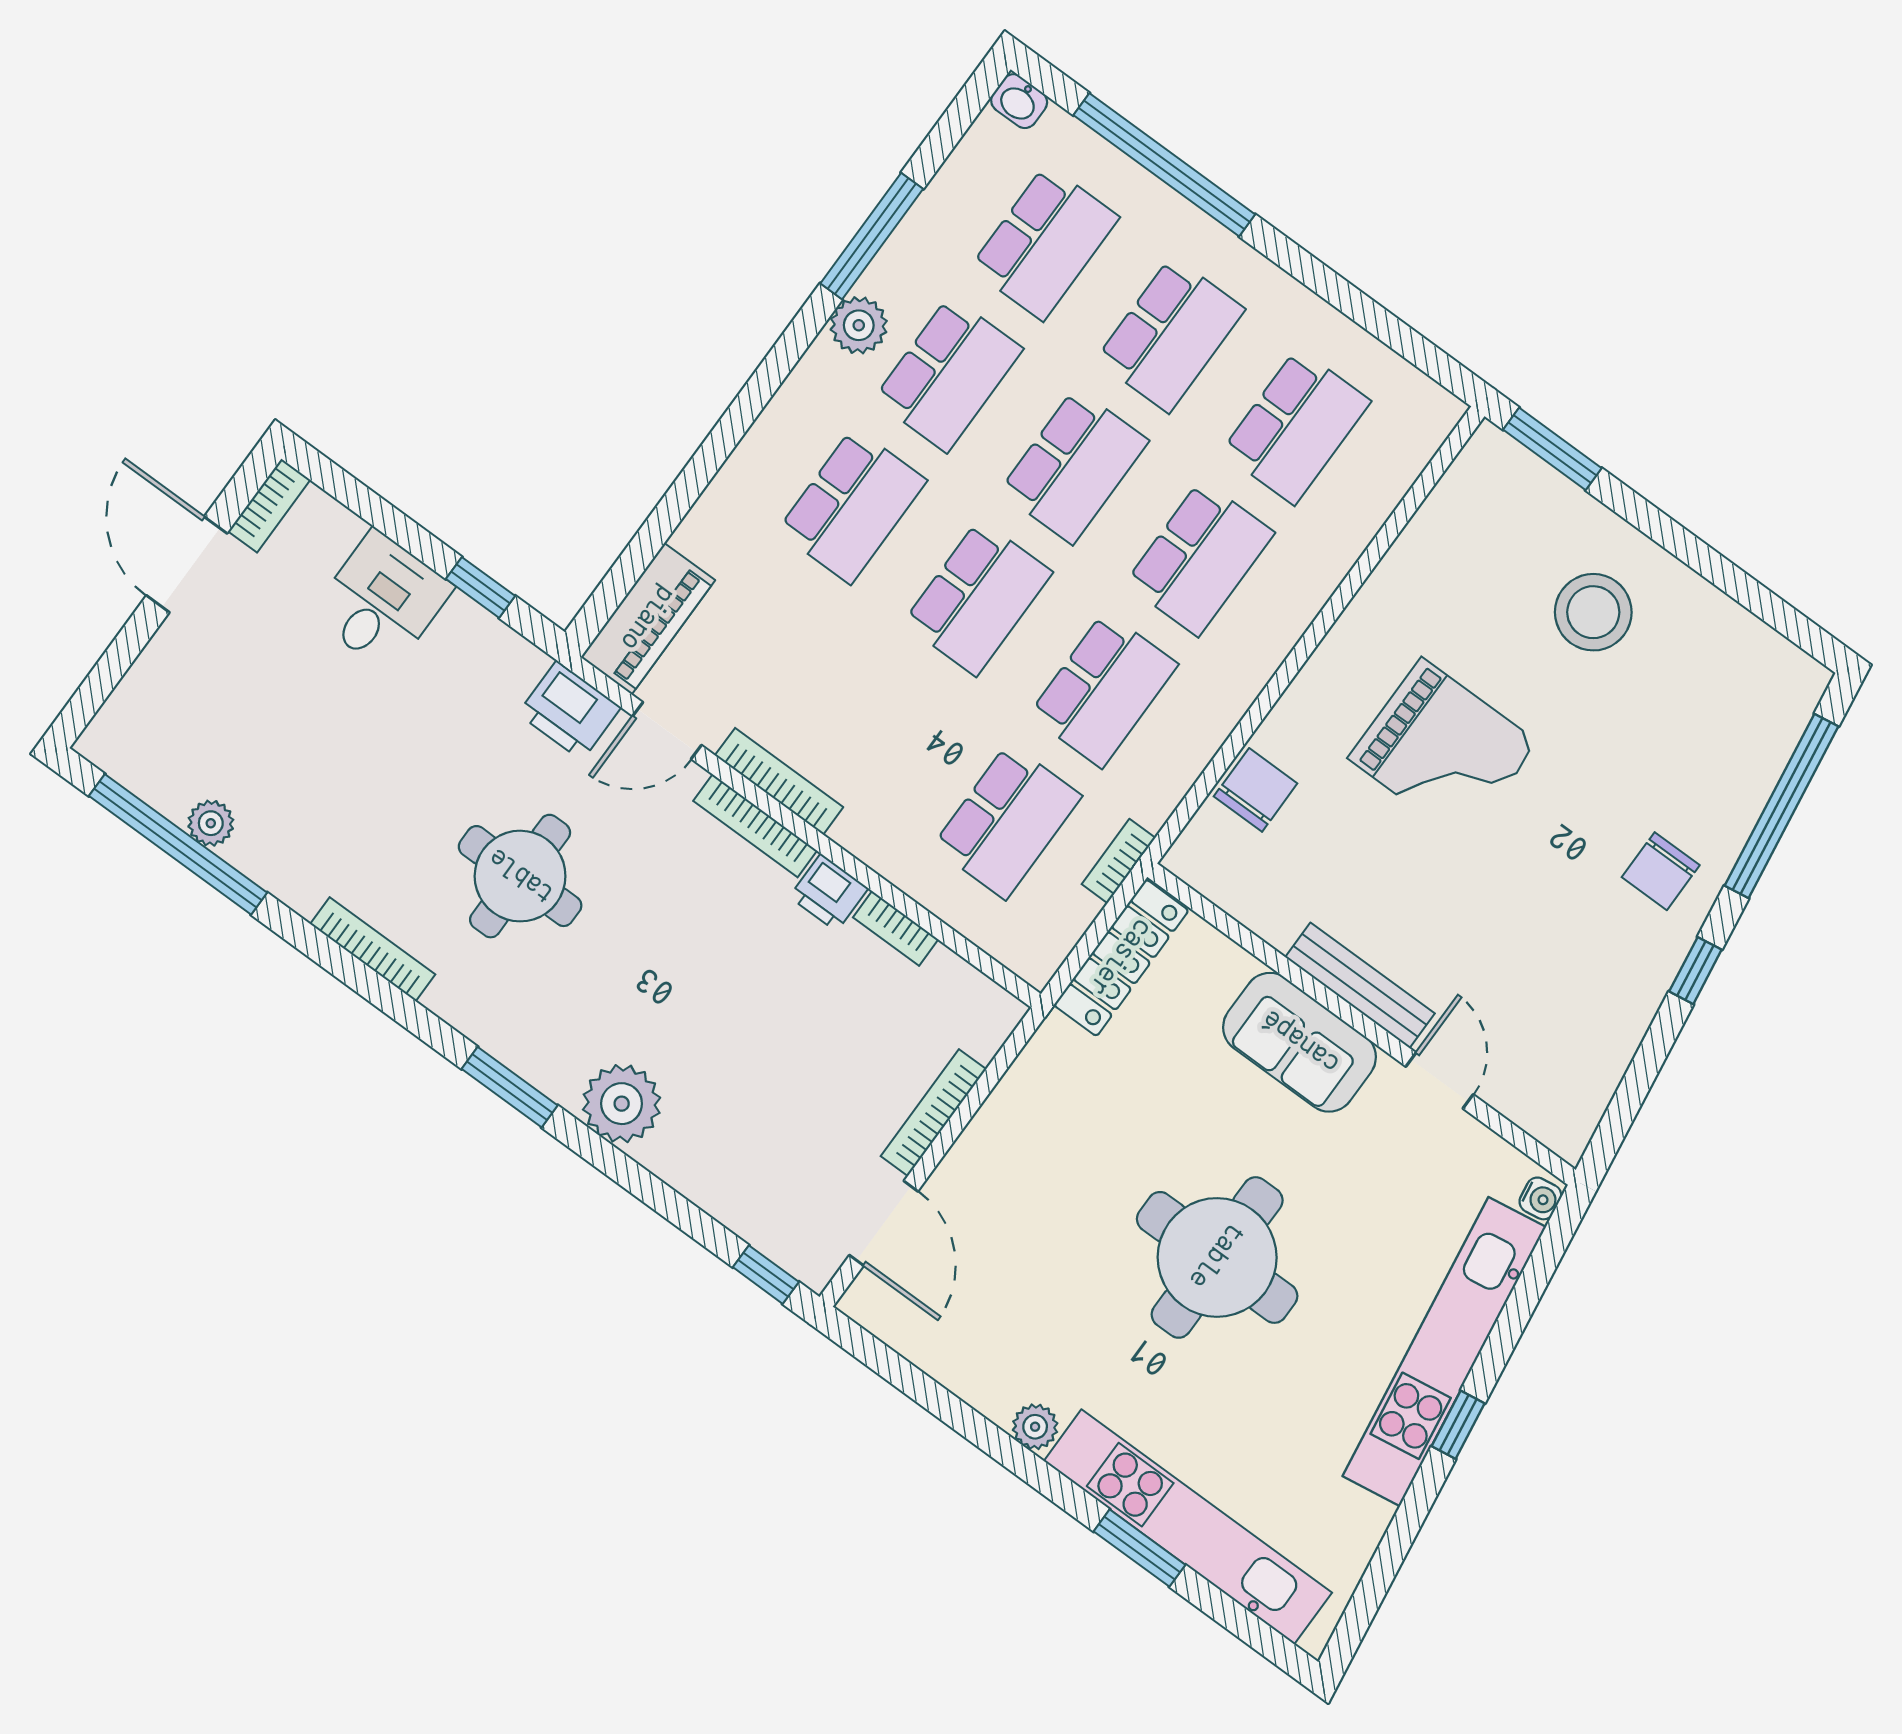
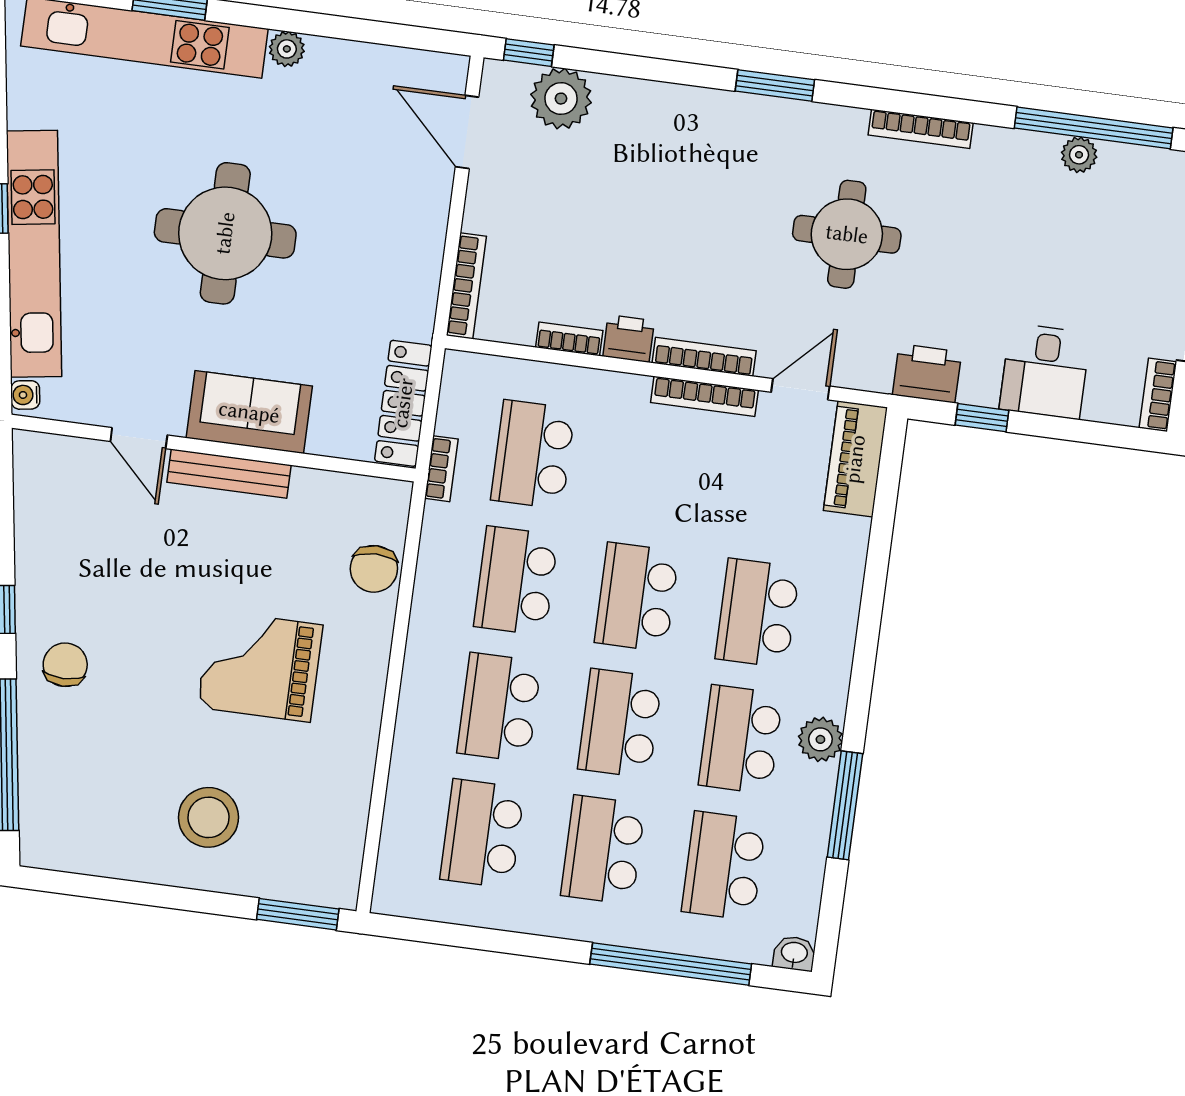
printer: (569, 710) -> (927, 373), moved
plant: (622, 1104) -> (561, 99), moved
bookcase: (933, 1113) -> (466, 286), moved

